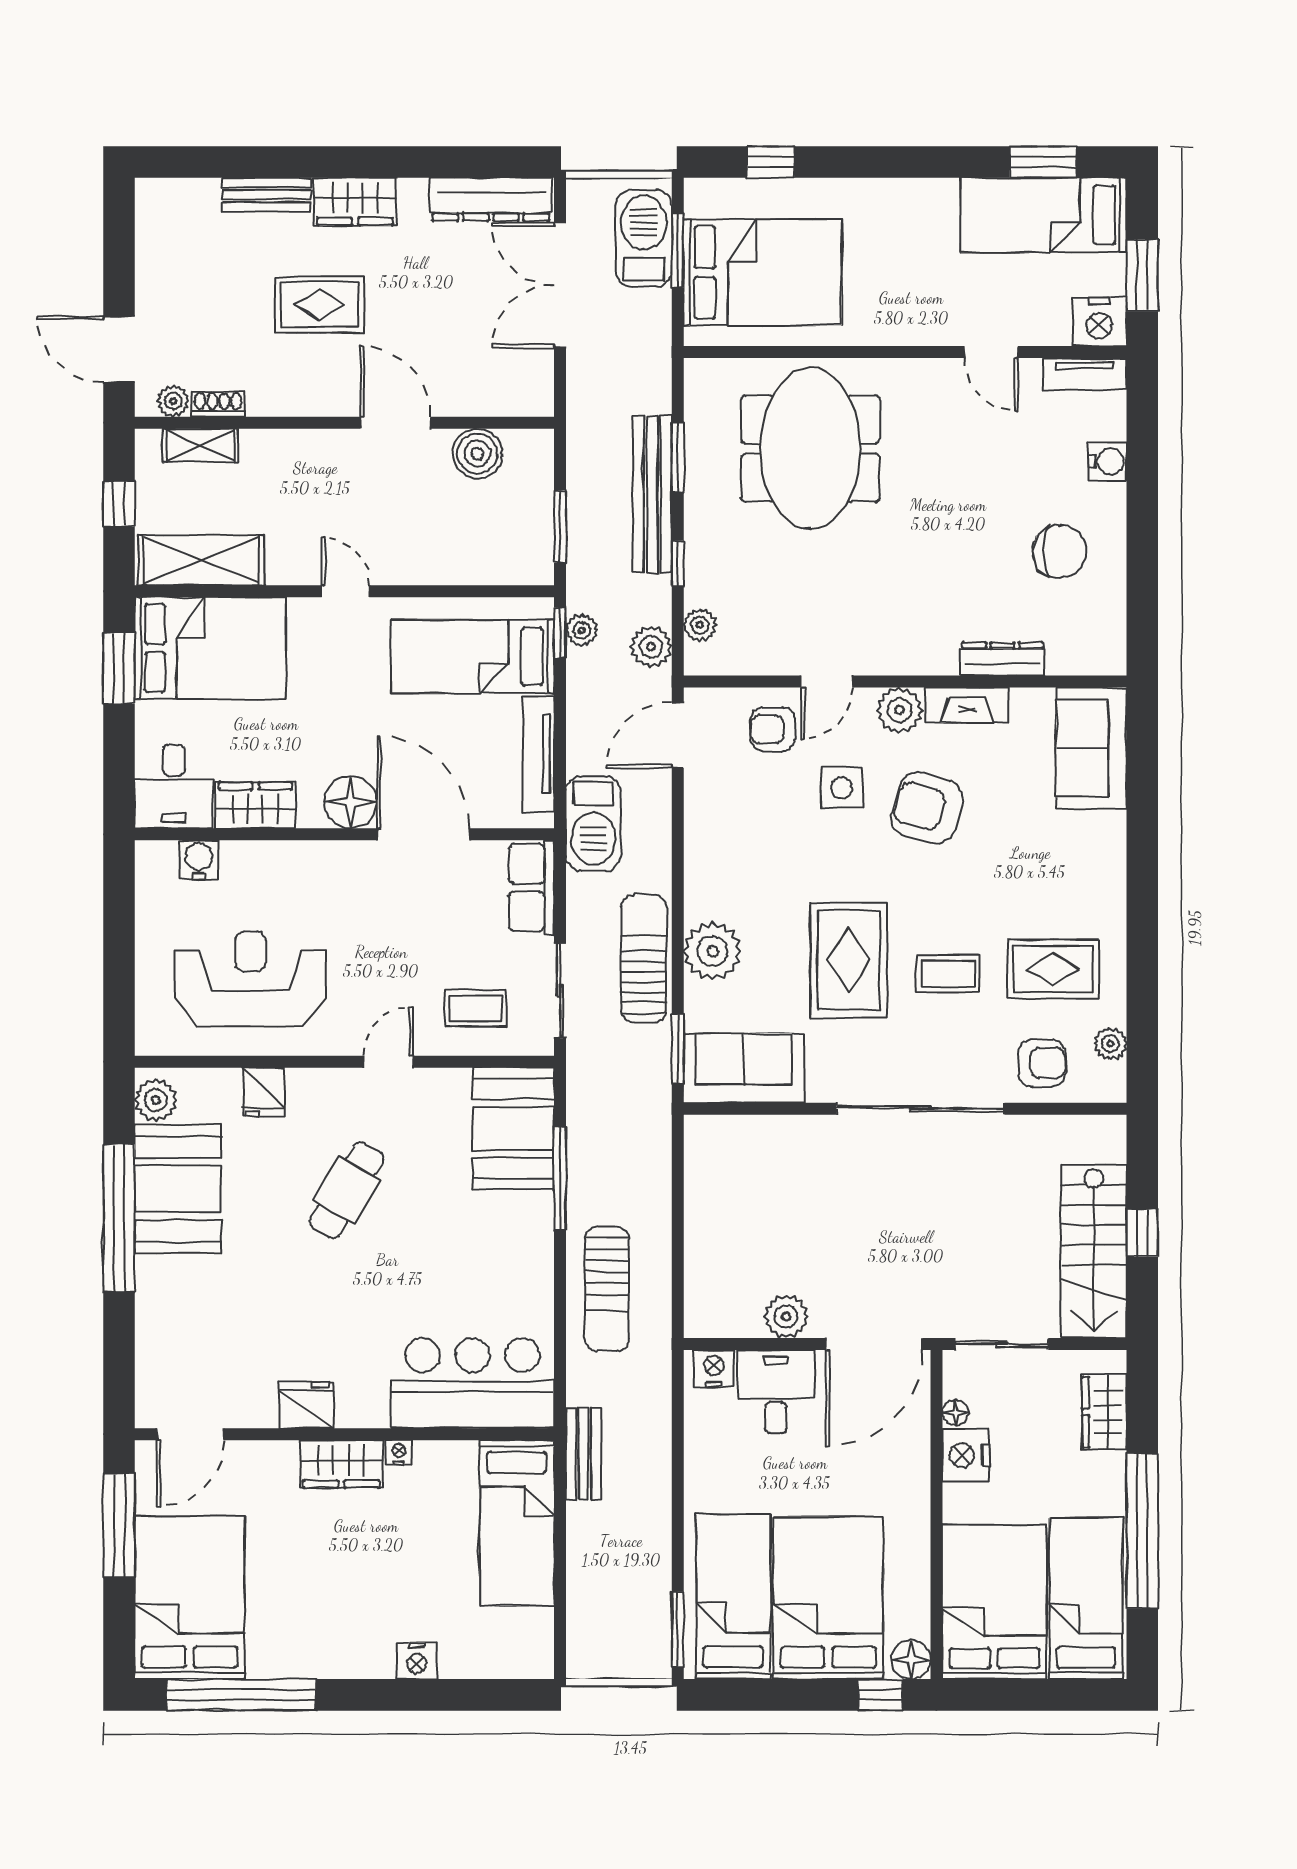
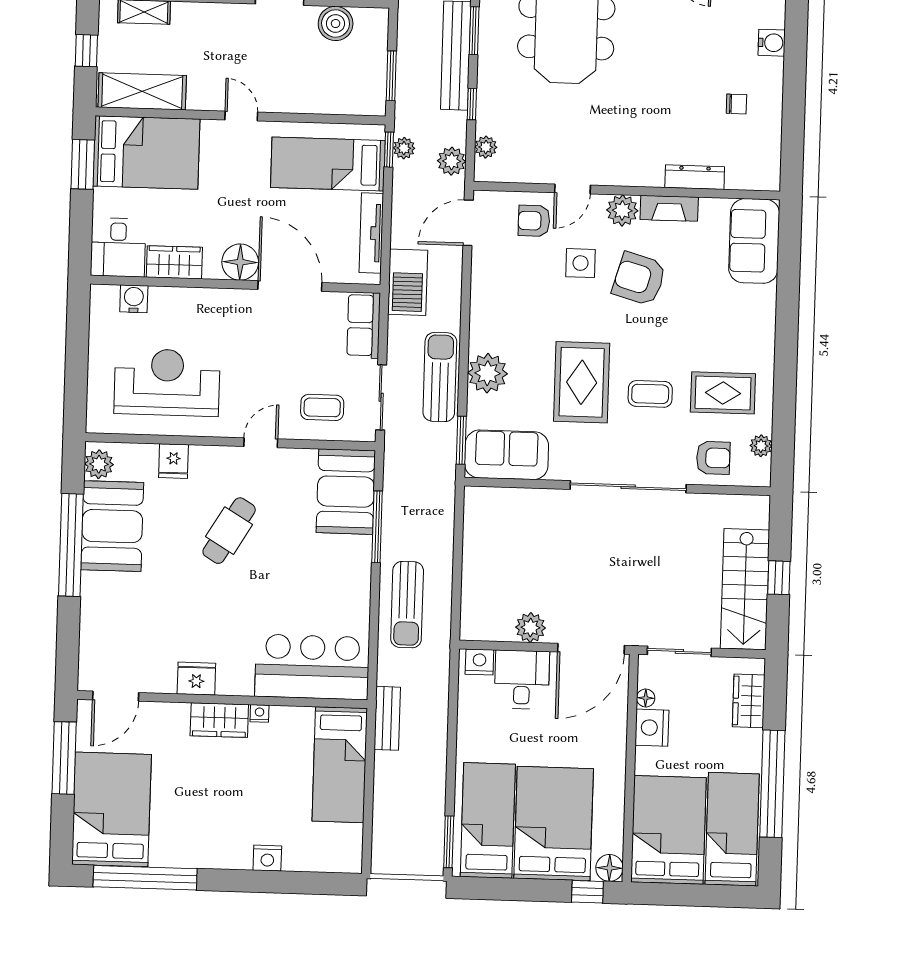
chair: (1060, 551) -> (736, 104), width x0.54, depth x0.54

